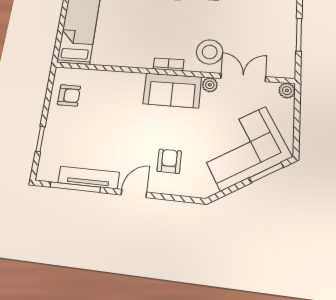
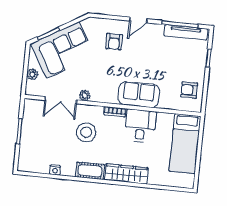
desk: (135, 48) -> (140, 126), added
stool: (210, 52) -> (86, 132), moved
sofa: (172, 90) -> (139, 95), moved
plant: (287, 91) -> (32, 74), moved
tv unit: (89, 177) -> (186, 32), moved

